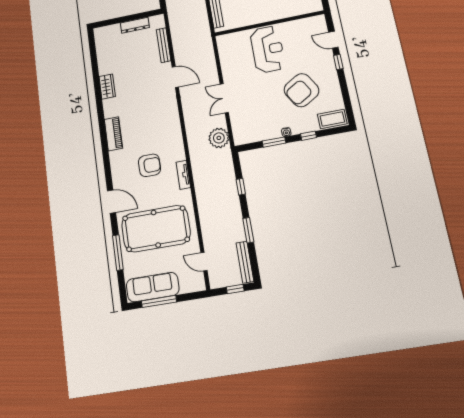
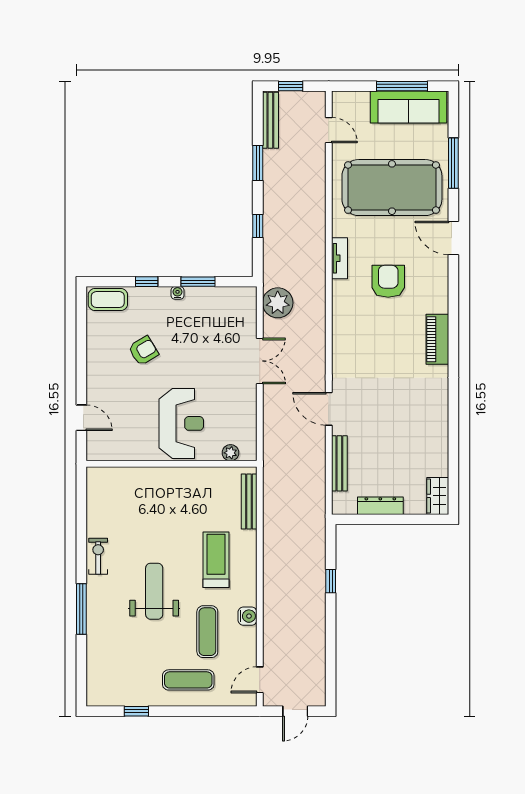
plant: (233, 38) -> (230, 453), added
reception desk: (268, 49) -> (181, 423), turned 180
window: (338, 62) -> (81, 382), removed
wardrobe: (107, 86) -> (438, 496), moved
armchair: (301, 90) -> (143, 351), width x0.53, depth x0.53
armchair: (150, 165) -> (388, 281), turned 90

